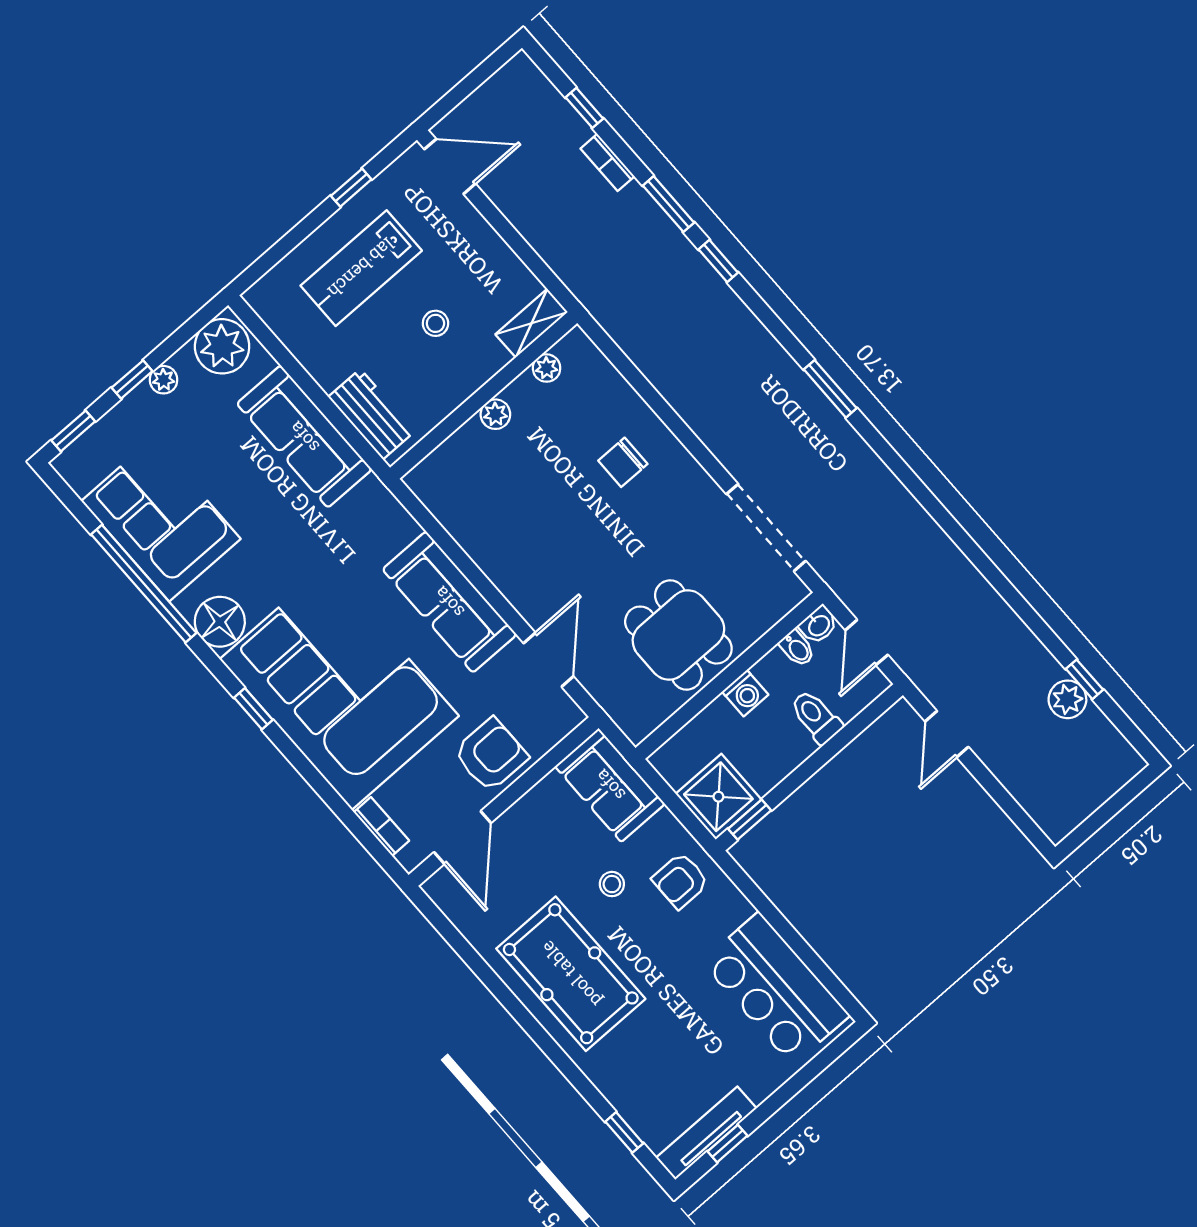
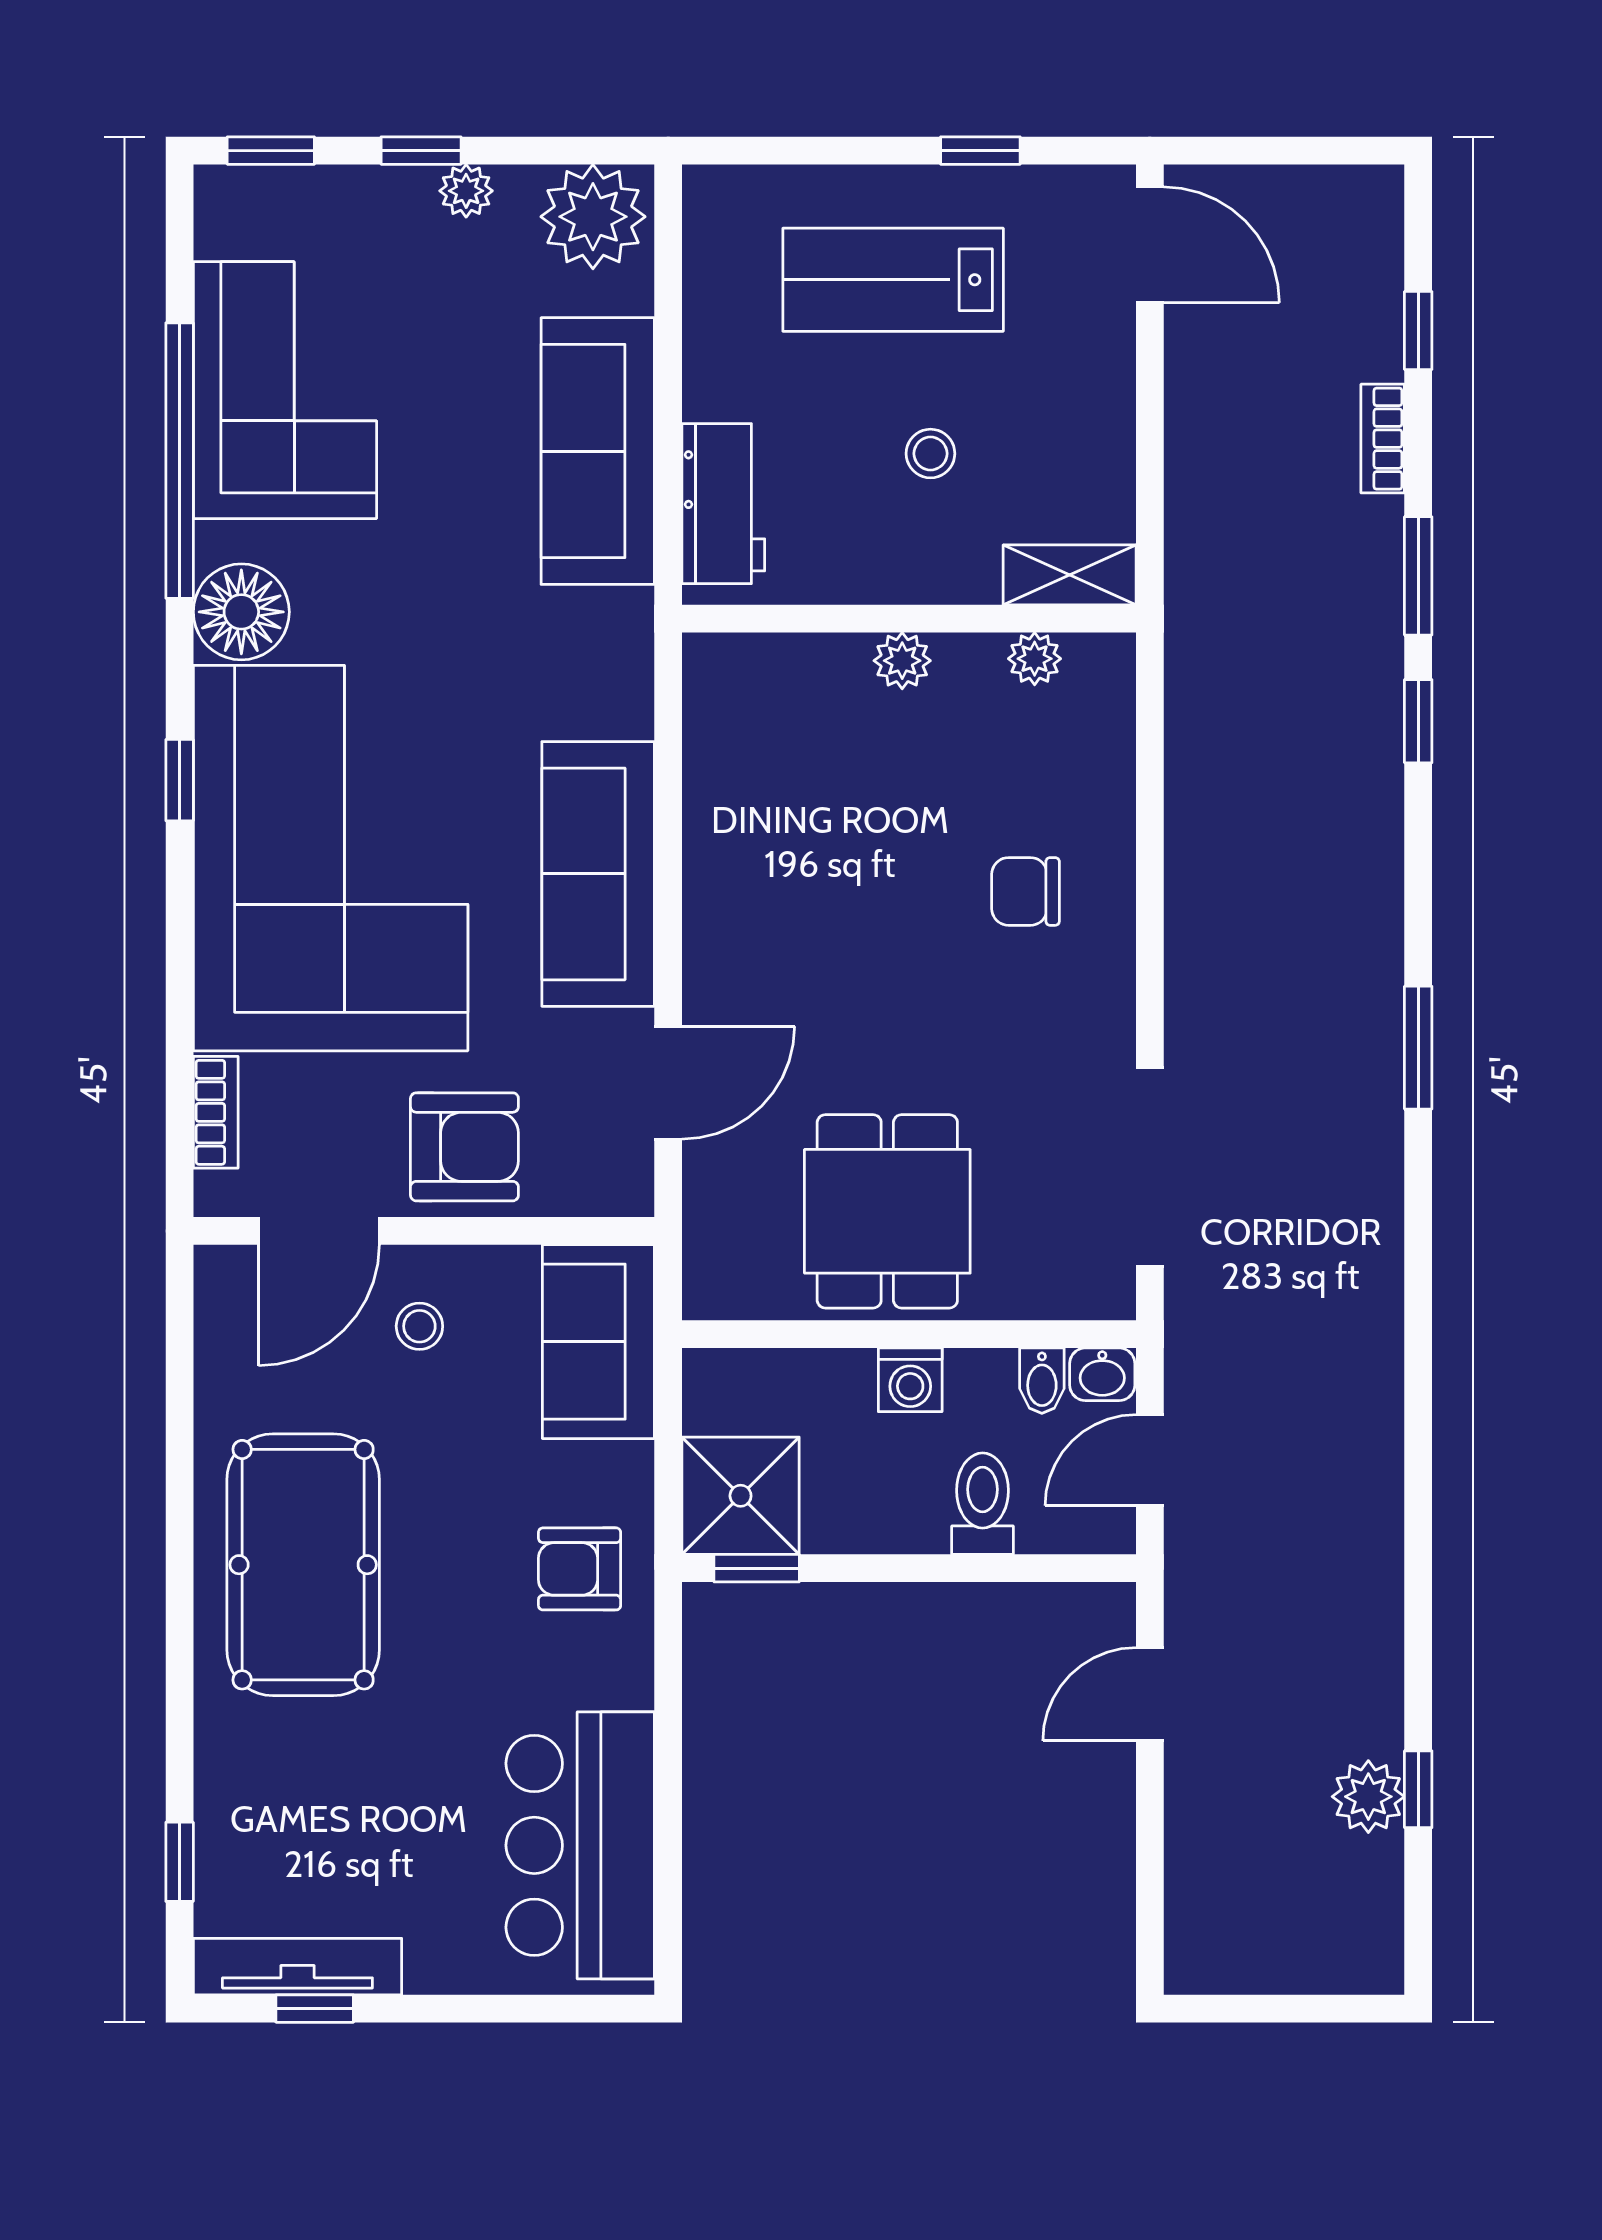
stool: (612, 884) -> (419, 1326), moved

